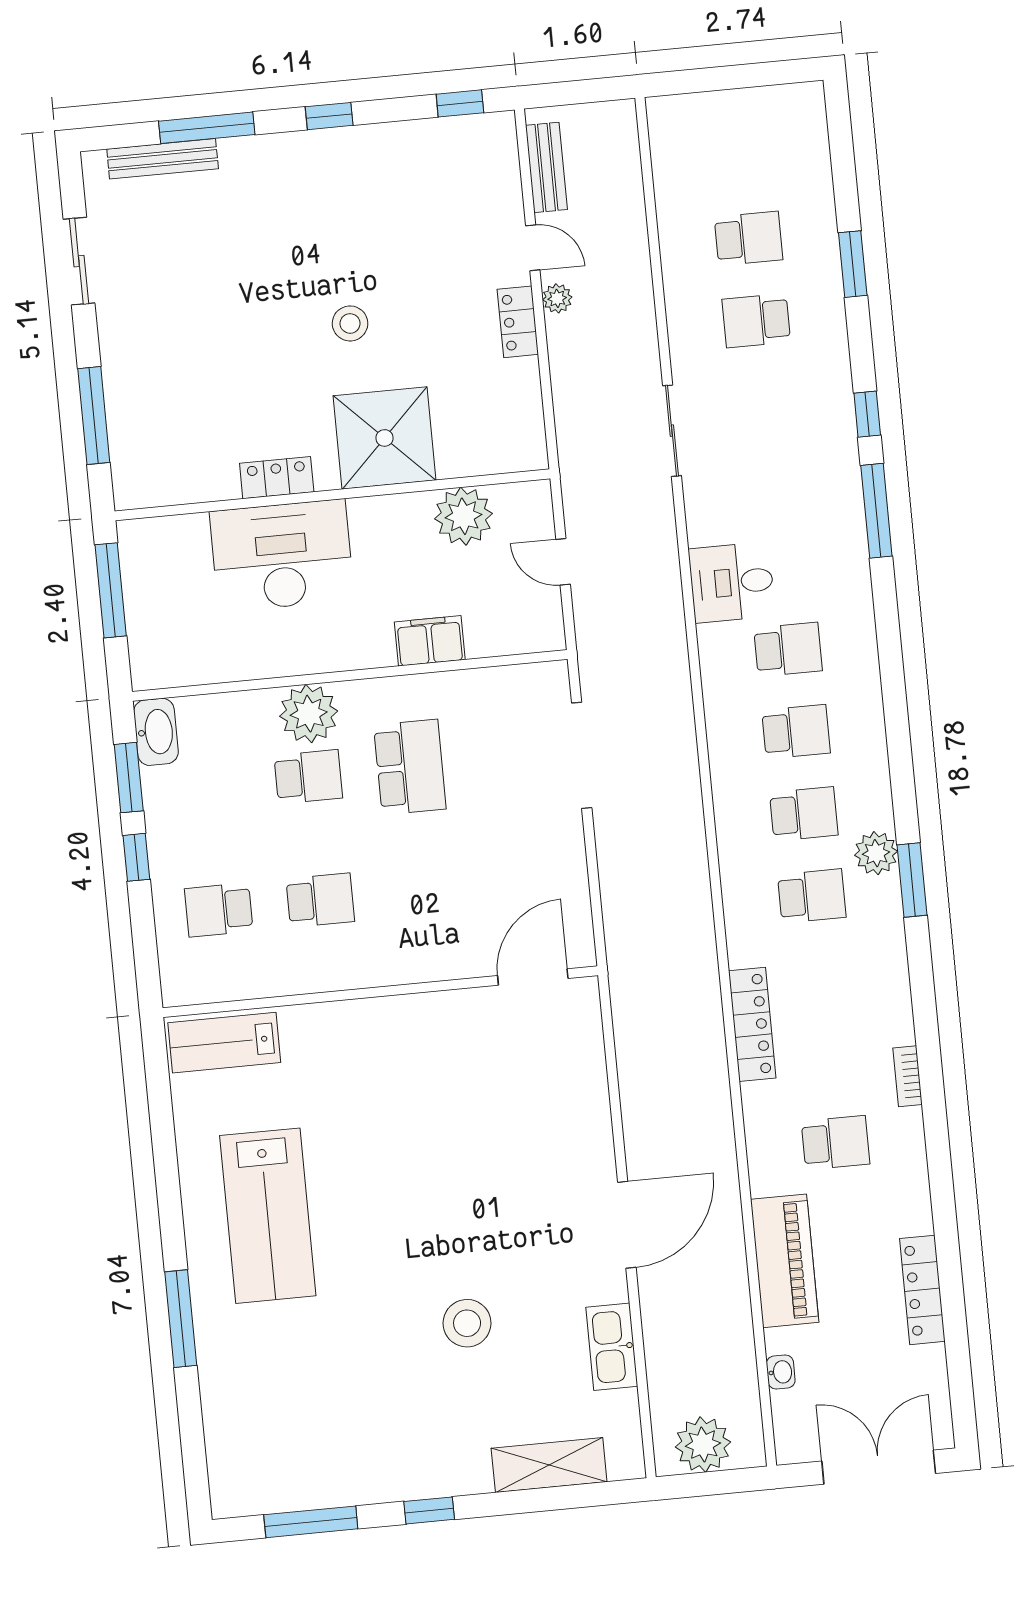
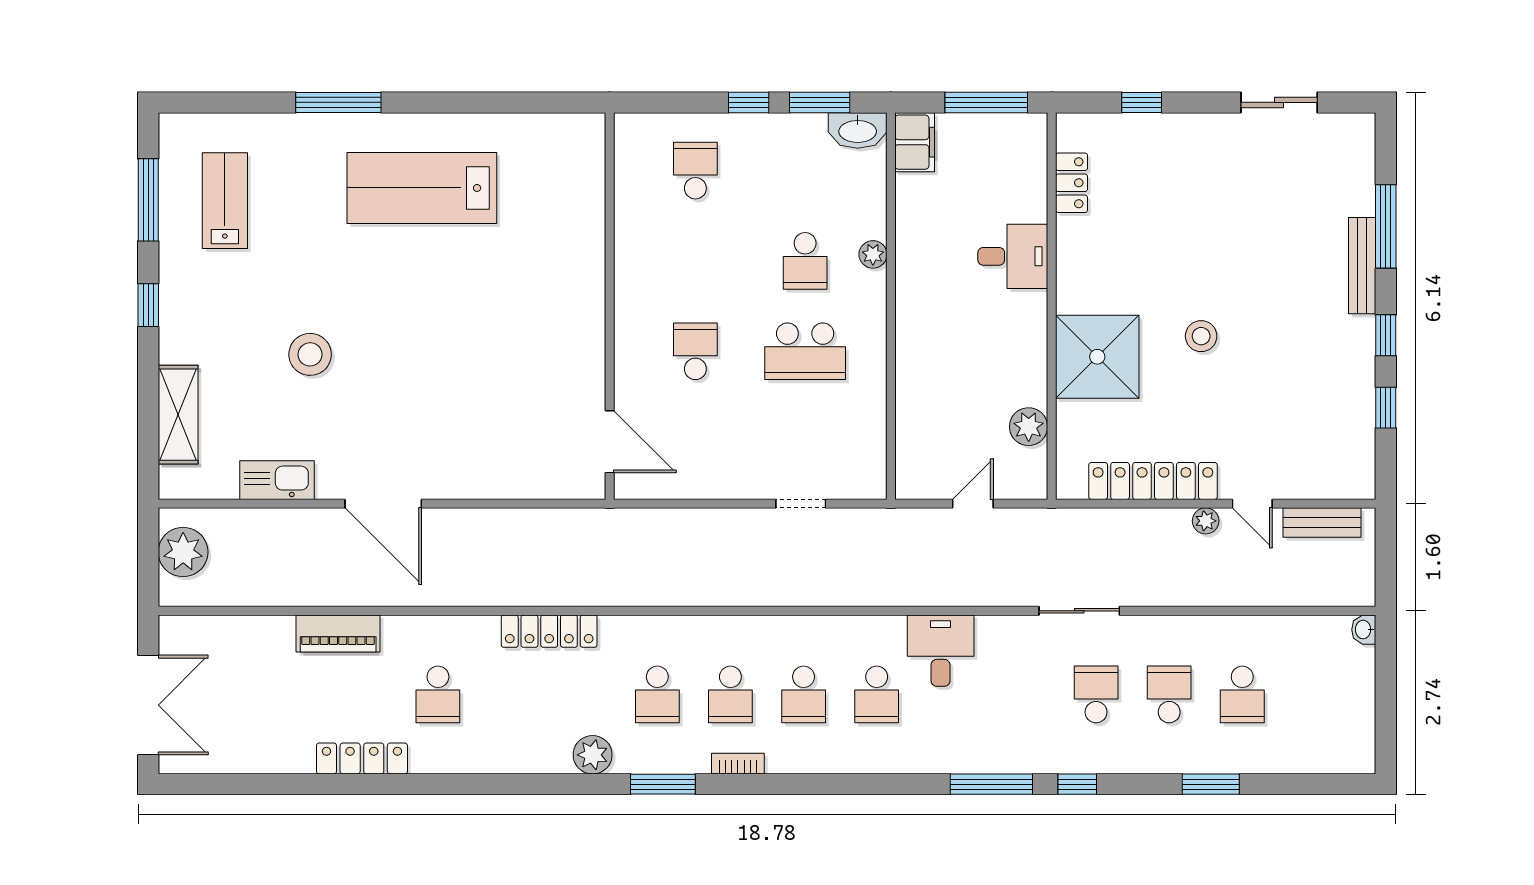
window: (460, 103) -> (1386, 408), moved
bench: (163, 159) -> (1362, 266), moved
door: (533, 248) -> (1252, 504), hinge flipped
locker: (518, 322) -> (1153, 481), width x2.16, depth x1.21
school desk: (764, 403) -> (1096, 694), added
window: (94, 416) -> (1142, 102), width x0.46
locker: (277, 478) -> (1071, 183), moved
plant: (463, 516) -> (1029, 427), width x0.73, depth x0.73
desk: (282, 556) -> (1013, 256), width x0.53, depth x0.77
filing cabinet: (430, 641) -> (915, 142), moved
plant: (309, 714) -> (873, 254), width x0.53, depth x0.53
doorway: (582, 755) -> (801, 504), width x0.53
plant: (876, 853) -> (593, 755), moved
school desk: (320, 900) -> (695, 351), moved, turned 180
lab bench: (224, 1043) -> (225, 201), moved
bookcase: (908, 1076) -> (738, 764), moved
piano: (785, 1261) -> (338, 634), width x0.73, depth x0.75
locker: (922, 1290) -> (362, 758), moved
washbasin: (781, 1372) -> (1364, 630), moved, turned 90

